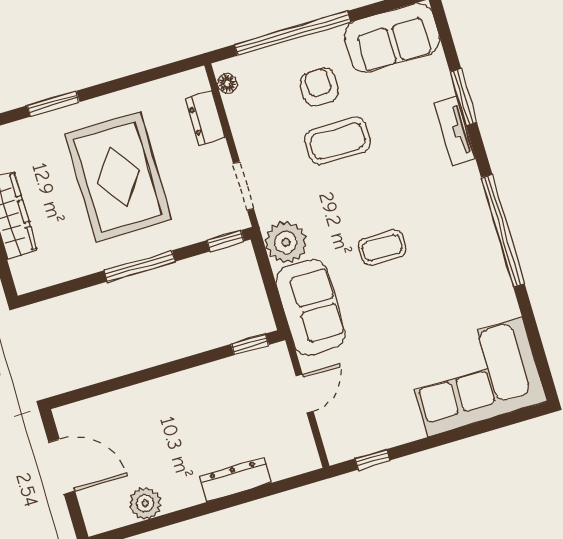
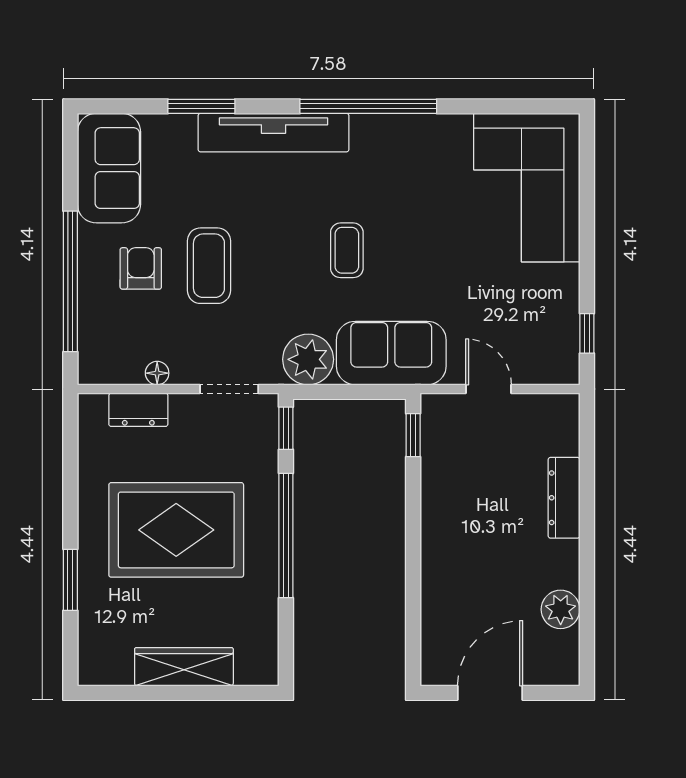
floor lamp: (227, 84) -> (157, 373), moved
armchair: (319, 87) -> (141, 268), turned 90
tv unit: (454, 131) -> (273, 133), width x1.92, depth x1.29
window: (140, 266) -> (286, 535), width x1.46

